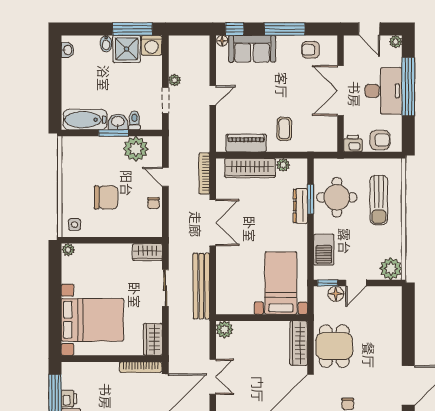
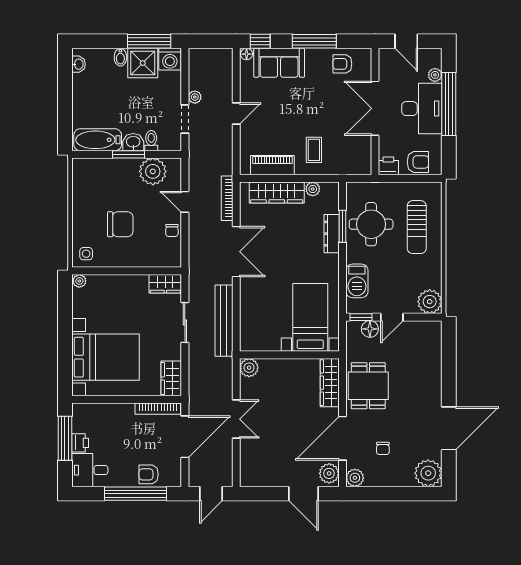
plant: (396, 42) -> (435, 75), moved

